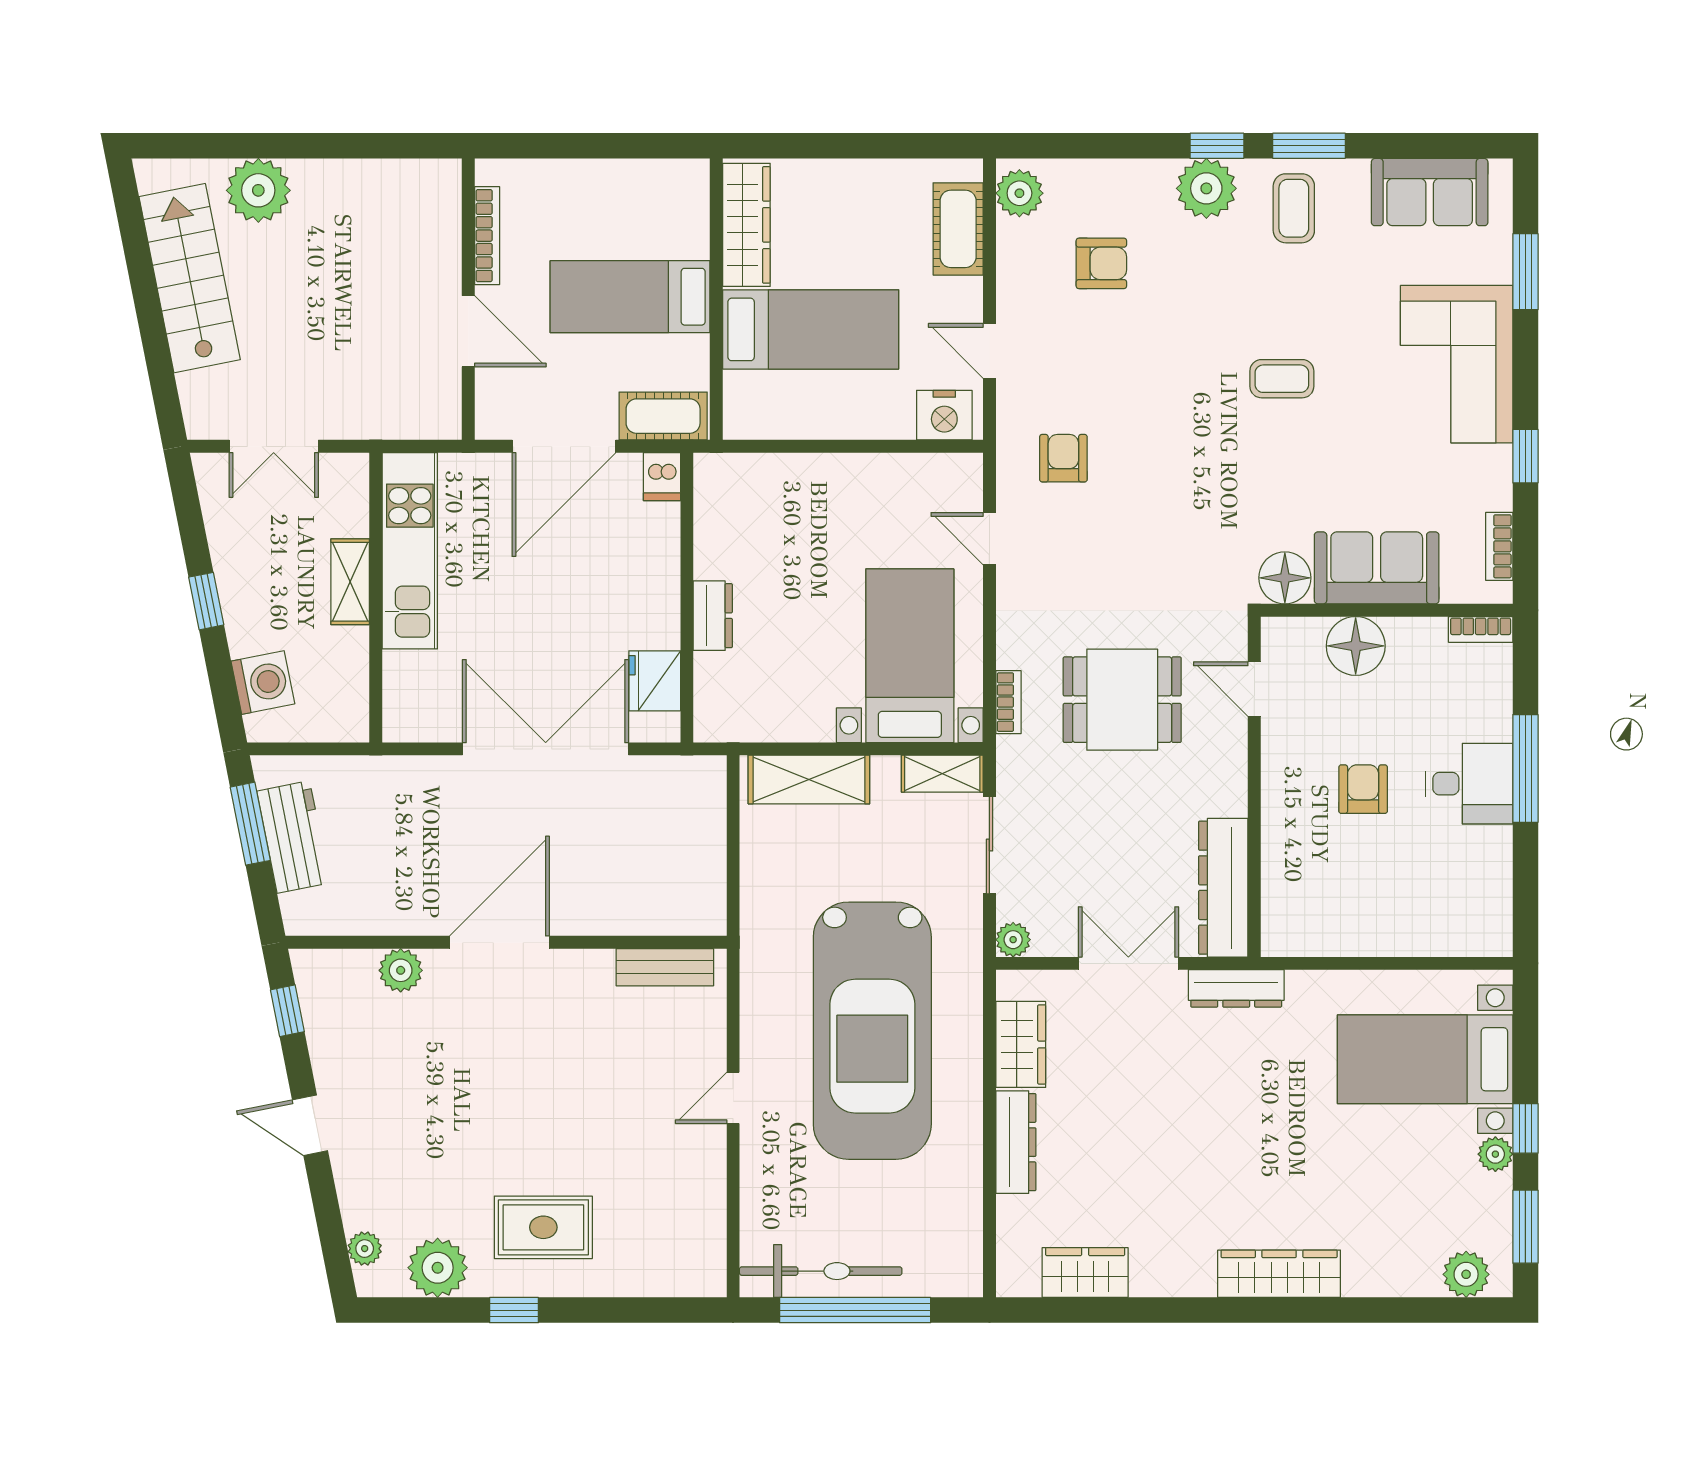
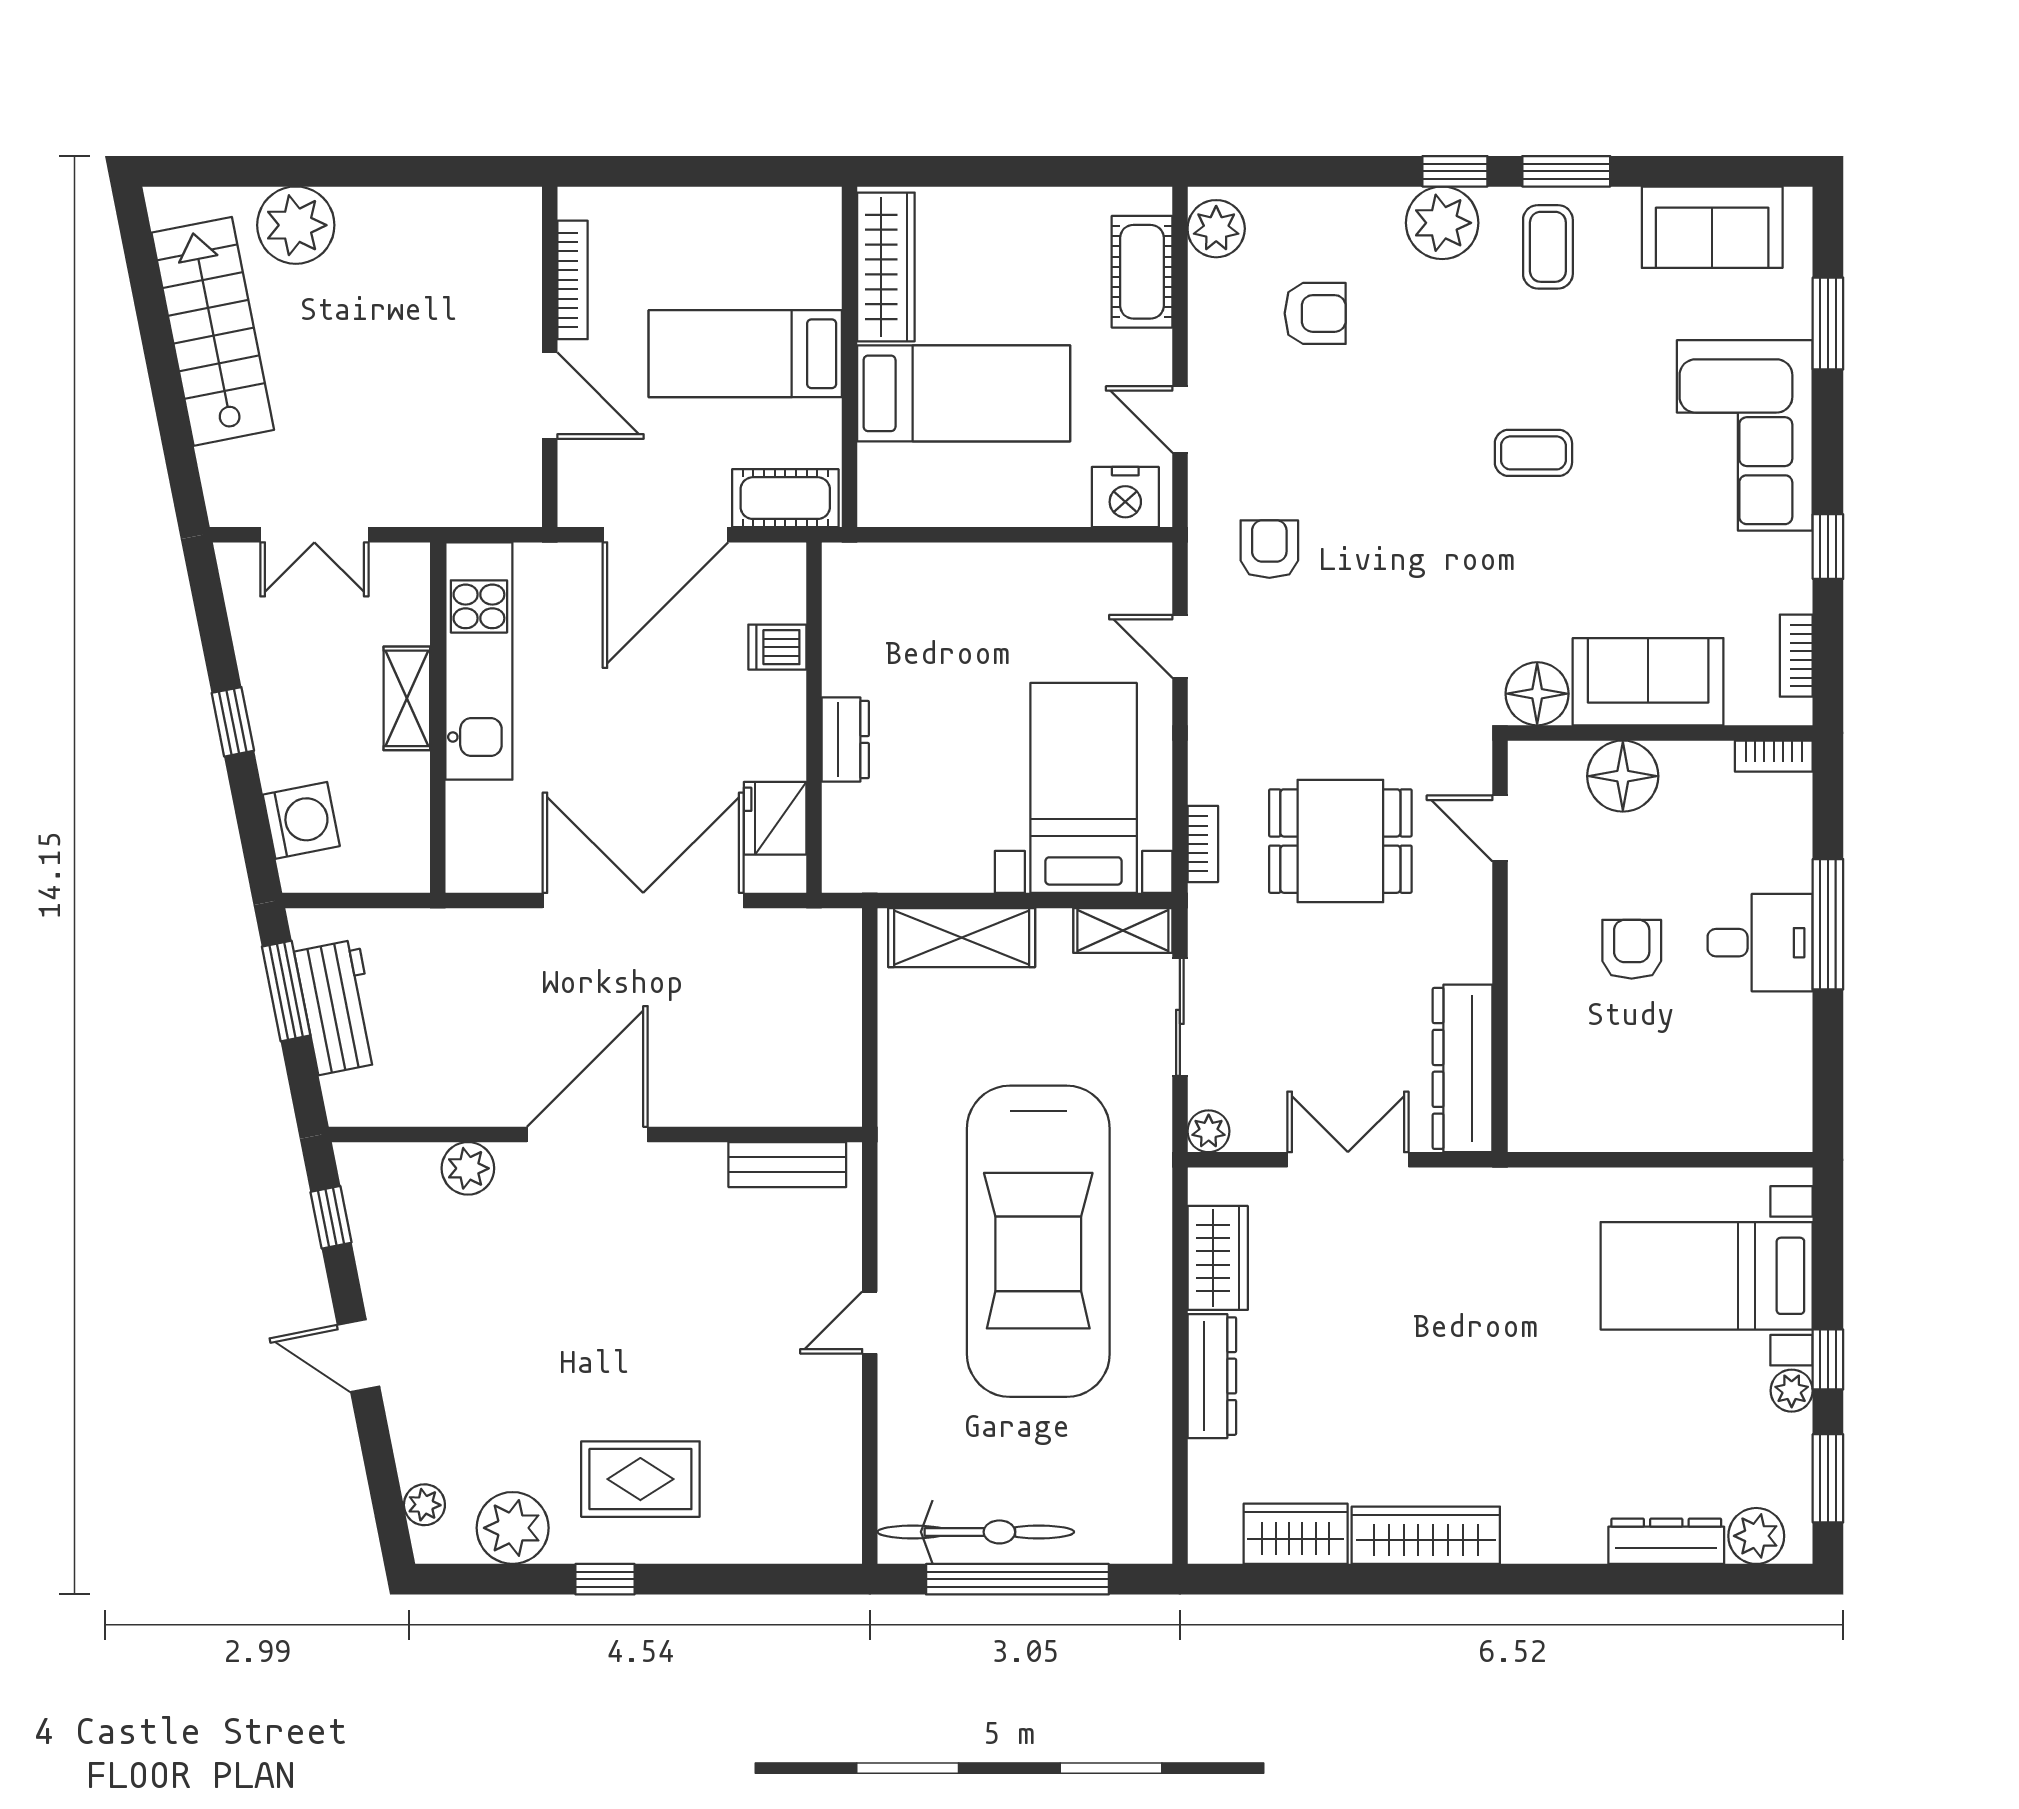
dishwasher: (662, 477) -> (777, 647), moved, turned 90
dresser: (1236, 988) -> (1666, 1541), moved, turned 180
wardrobe: (1279, 1274) -> (1426, 1535), moved

